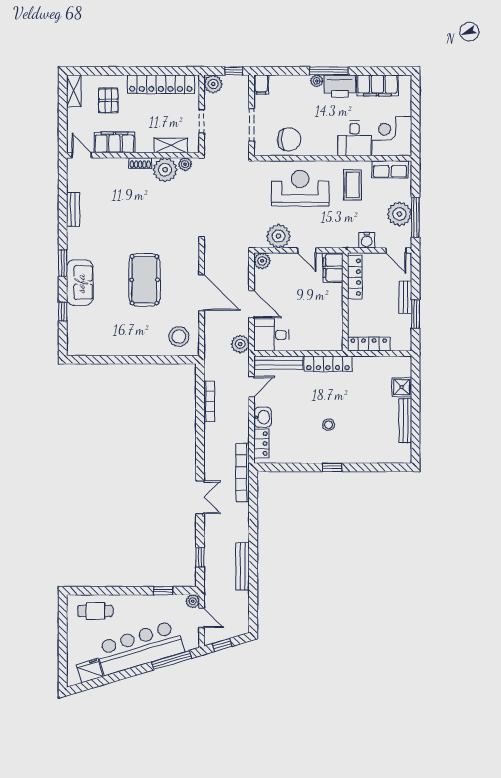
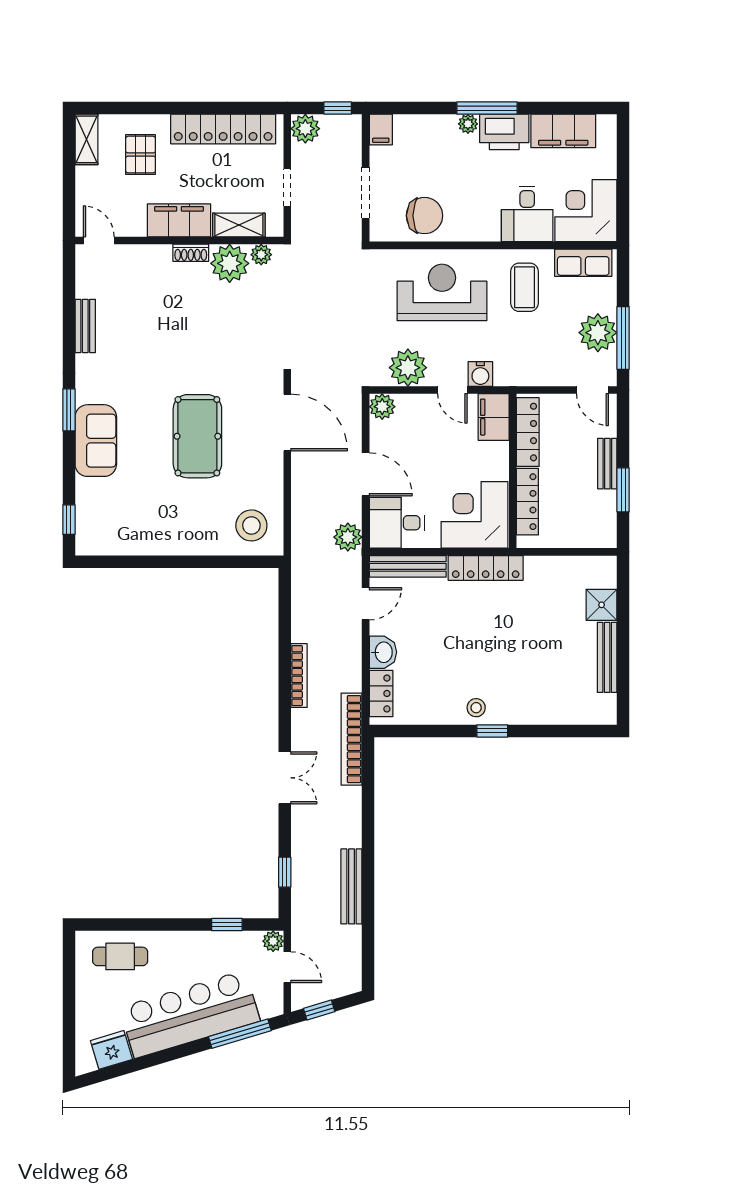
filing cabinet: (114, 142) -> (179, 220), moved
water cooler: (367, 240) -> (480, 374), moved
door: (202, 293) -> (287, 423), moved
window: (63, 312) -> (69, 520), moved
corner desk: (321, 330) -> (474, 515), added
locker: (369, 344) -> (527, 502), moved, turned 90
bookcase: (209, 401) -> (299, 676), moved
stool: (329, 425) -> (476, 708), moved

